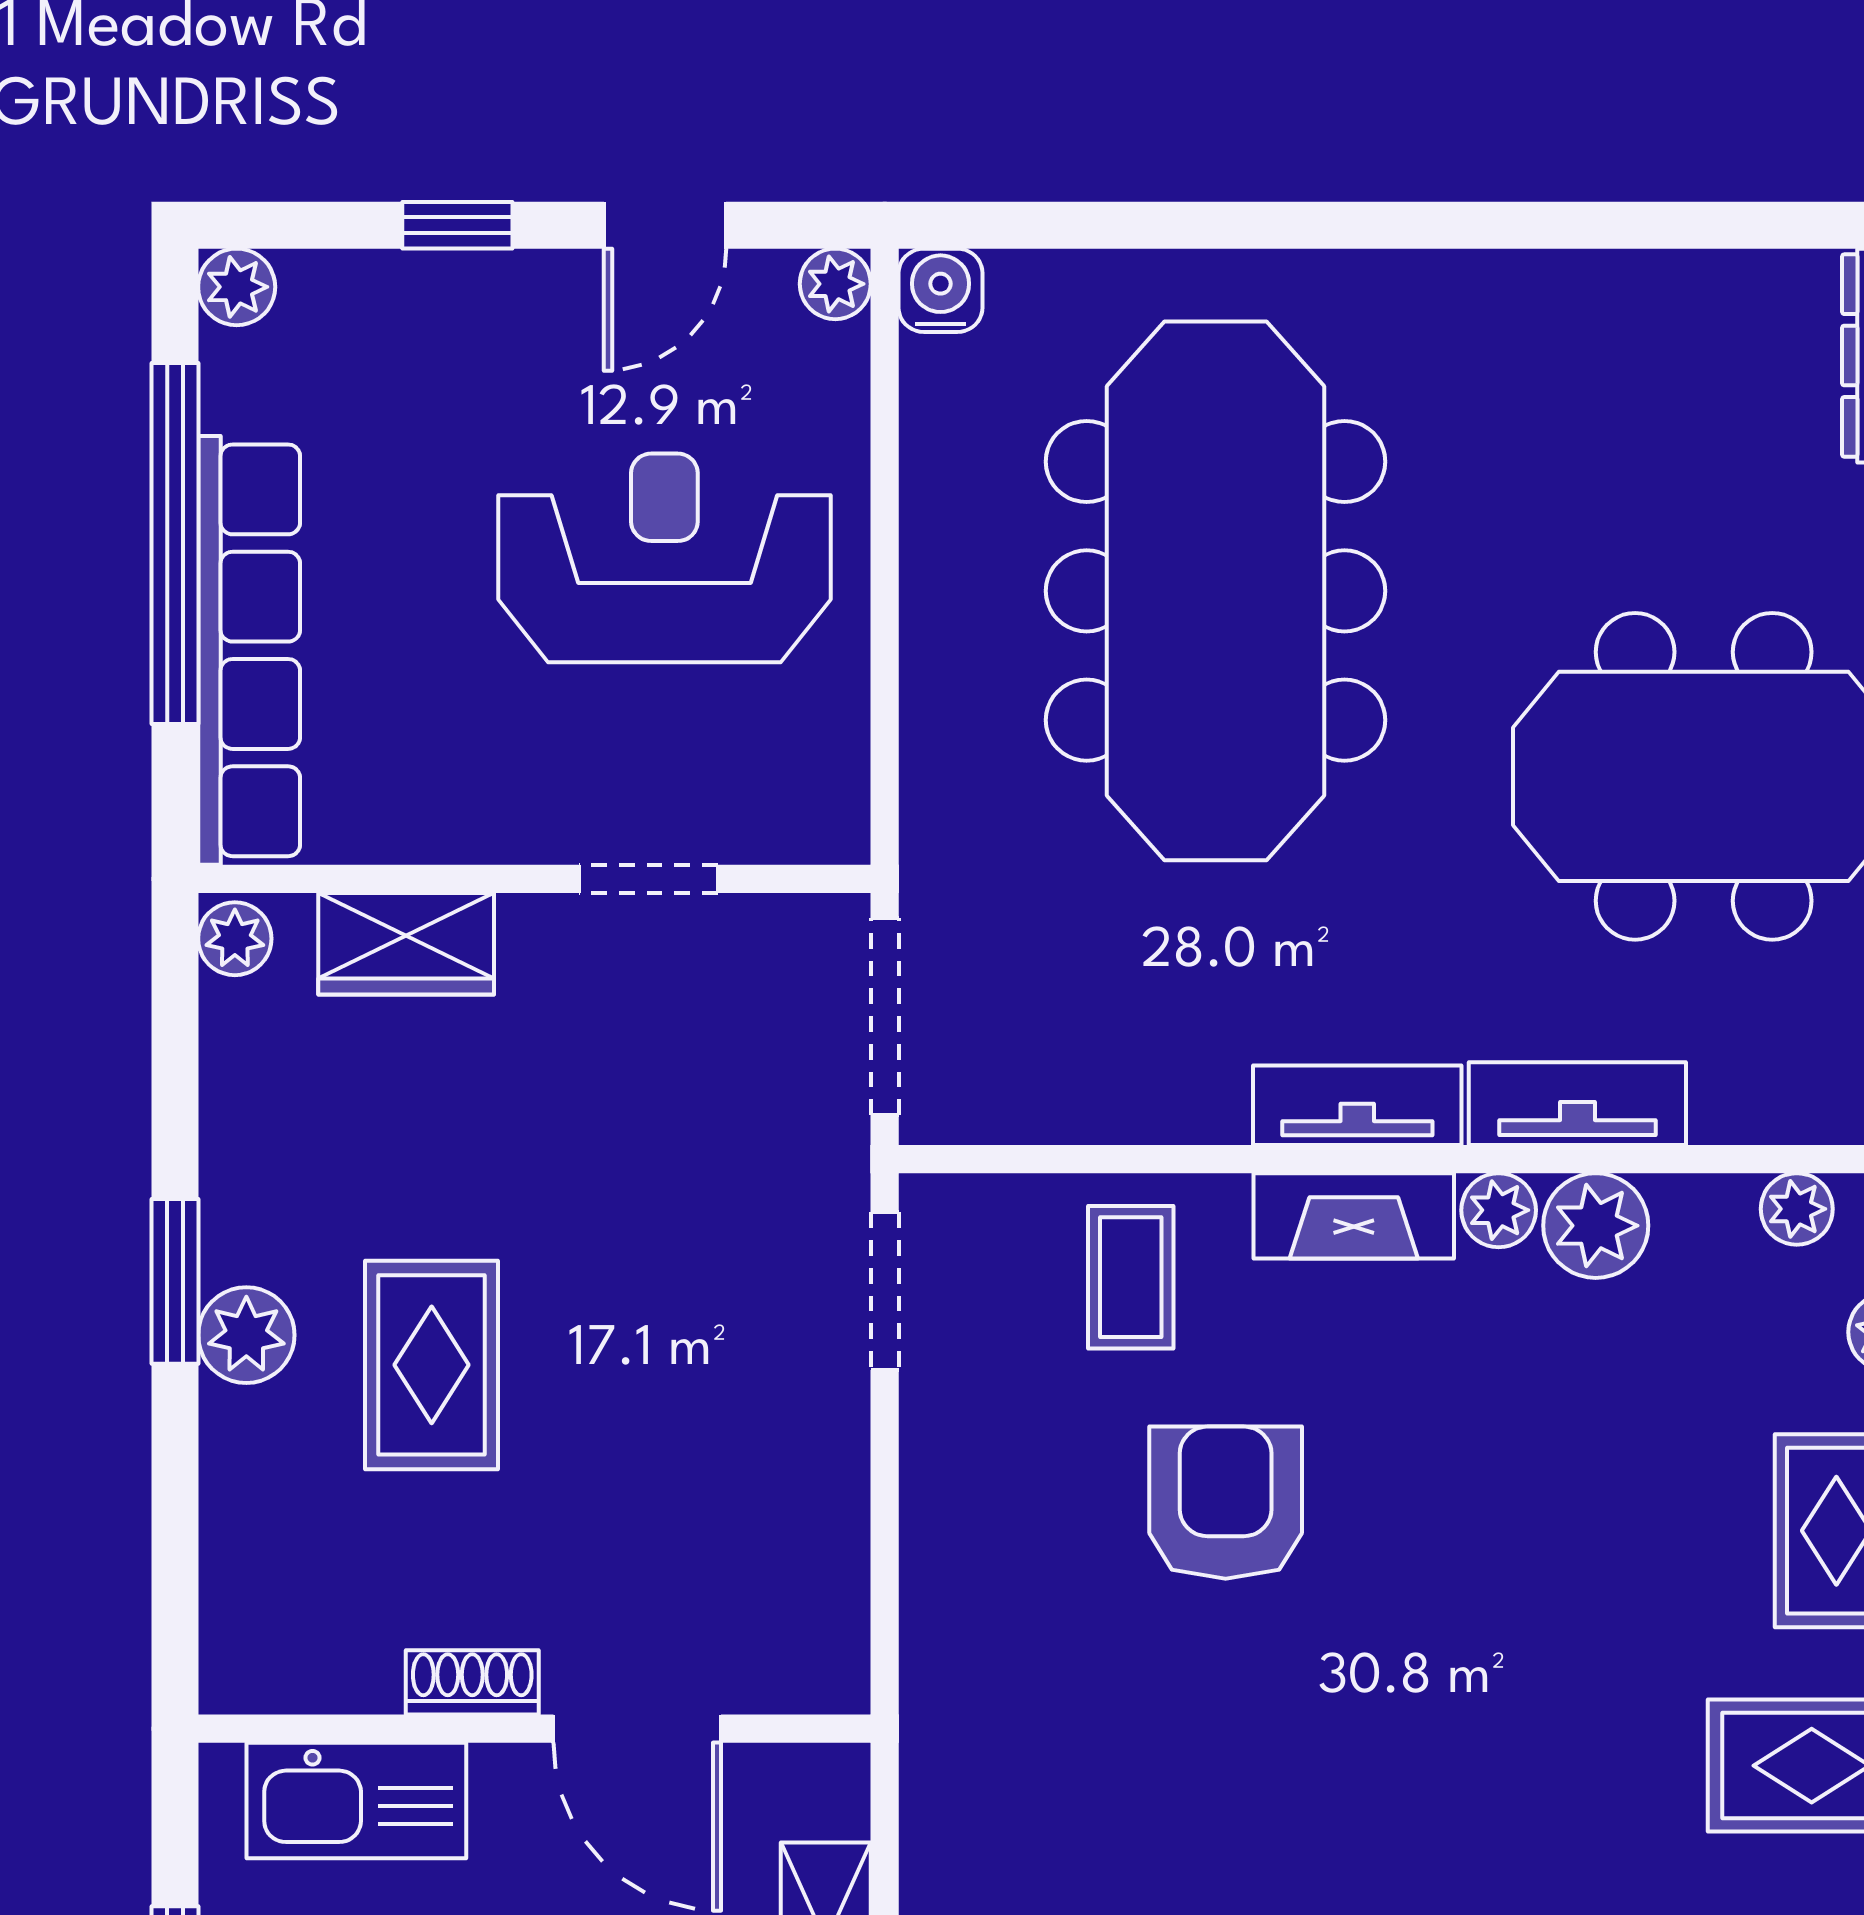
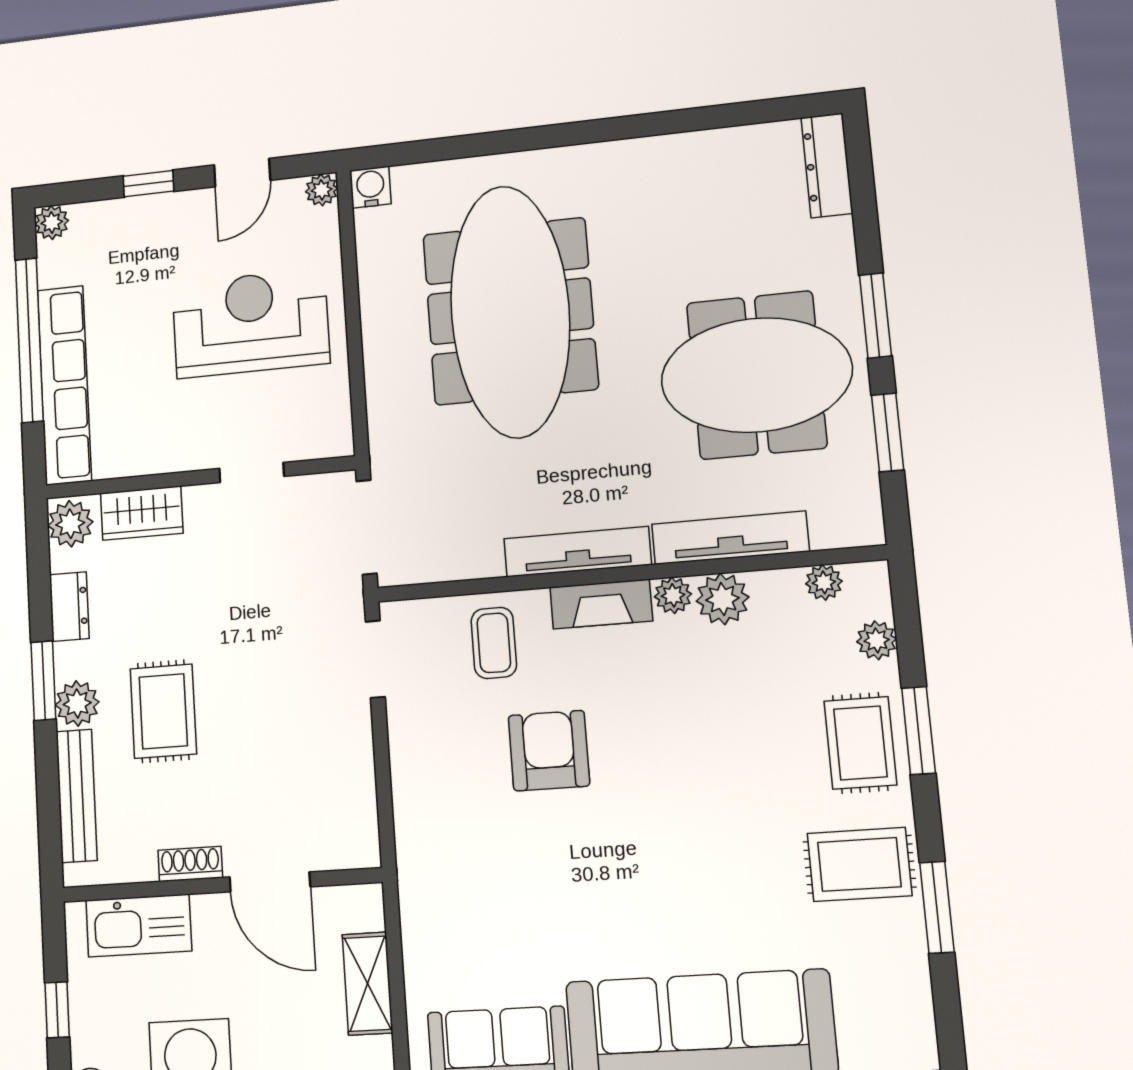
plant: (235, 939) -> (70, 524), width x1.38, depth x1.38
tv unit: (1577, 1104) -> (730, 538), width x1.41
tv unit: (1357, 1105) -> (577, 552), width x1.41
dresser: (238, 1129) -> (69, 607), added
bench: (236, 1527) -> (77, 796), added

